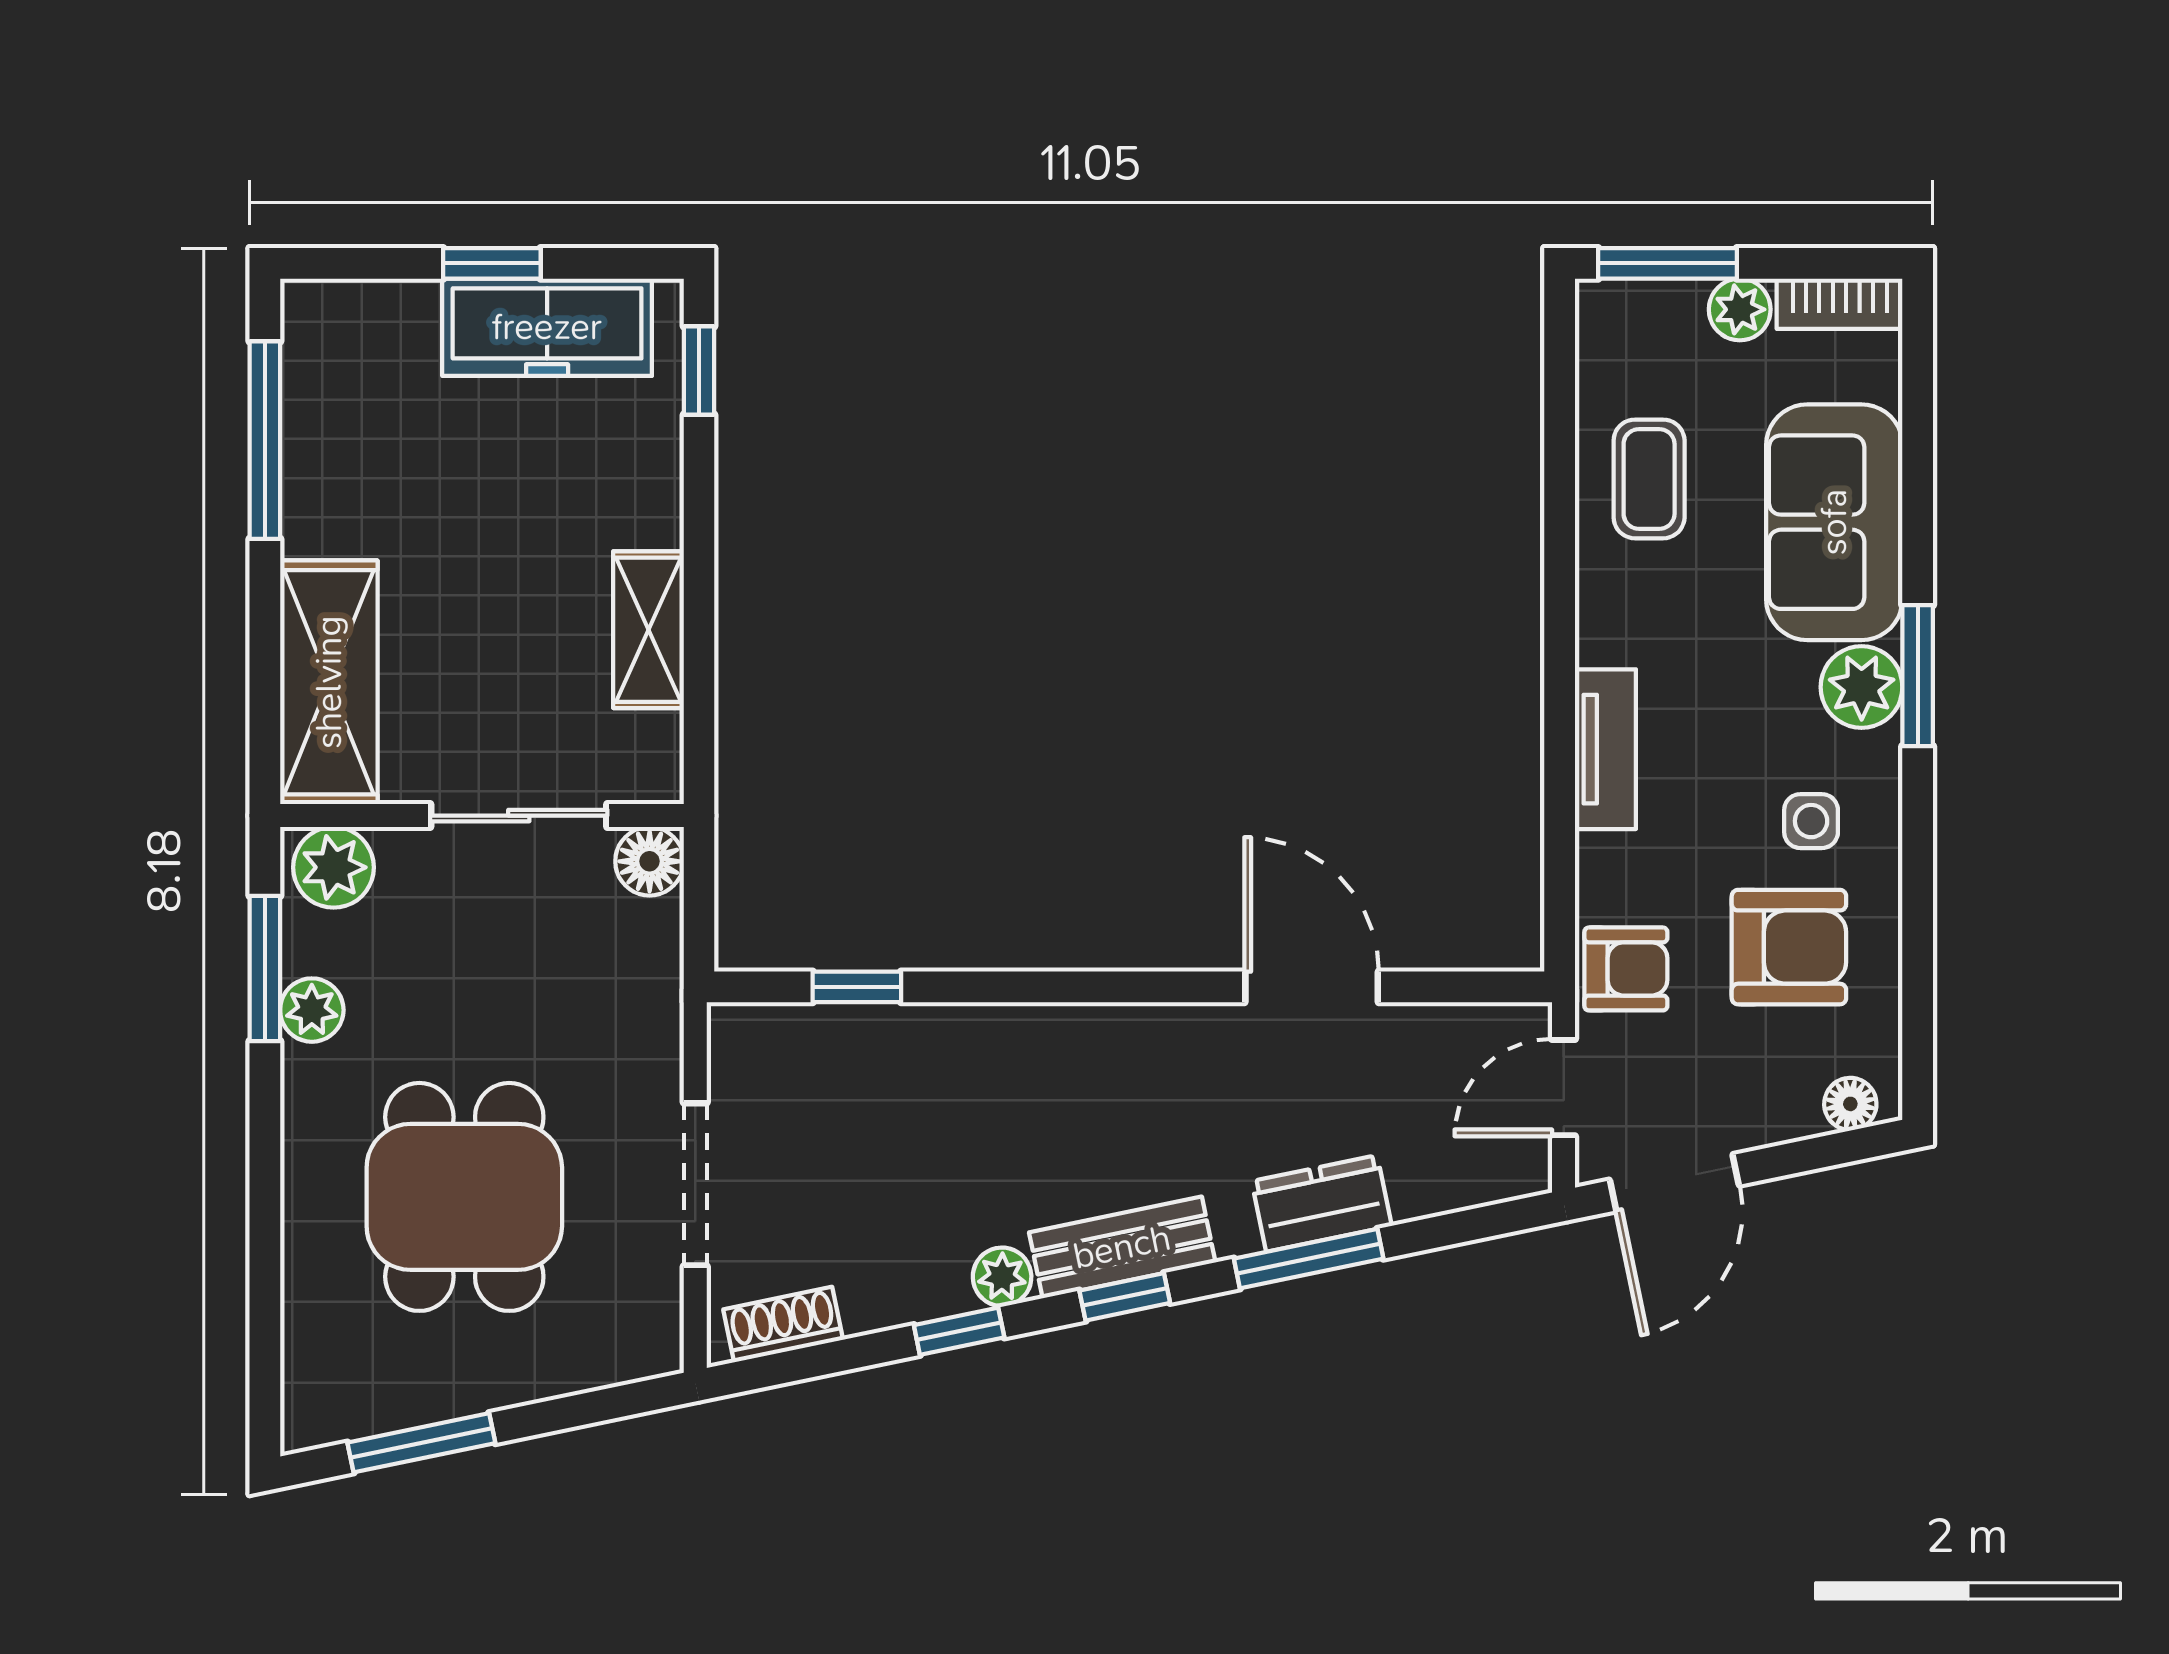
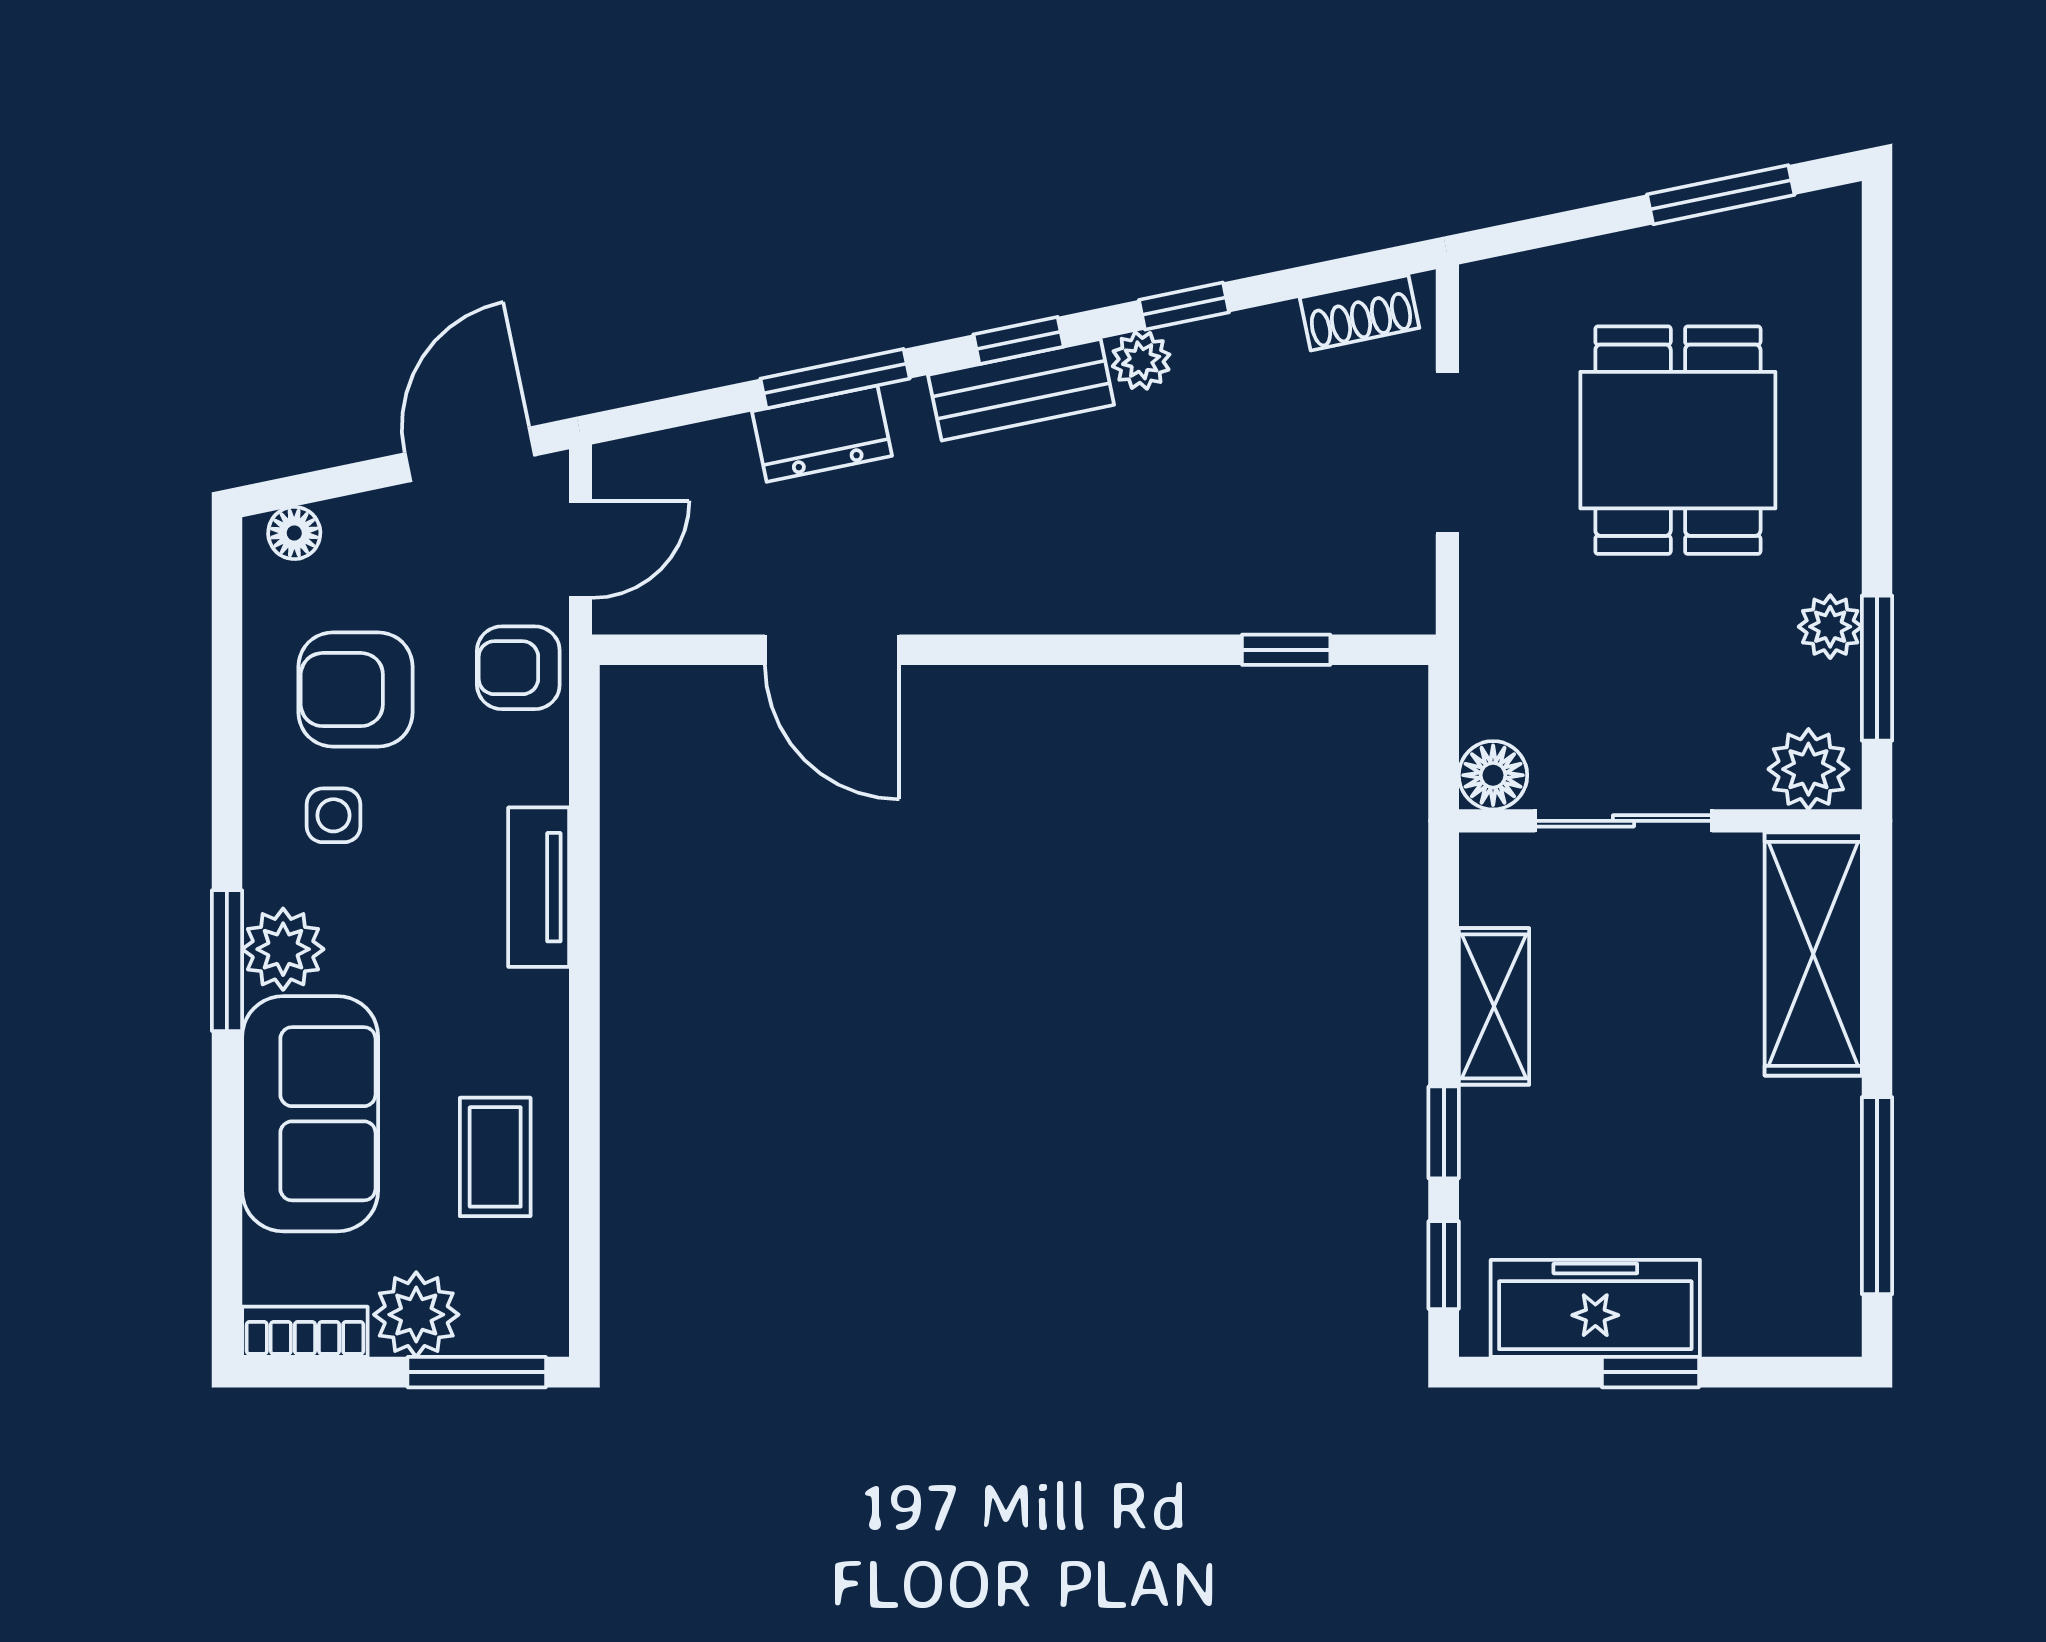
plant: (1740, 309) -> (416, 1315), width x1.38, depth x1.38
window: (699, 503) -> (1444, 1132), added

